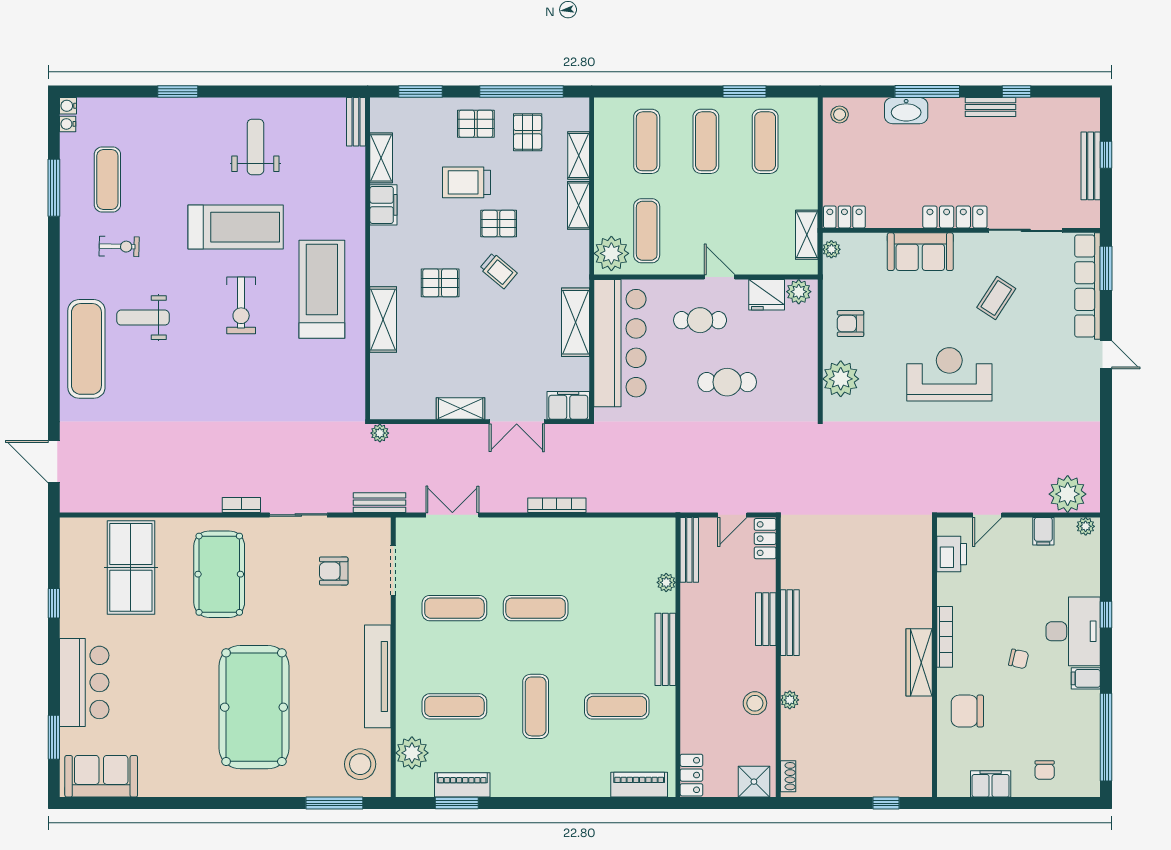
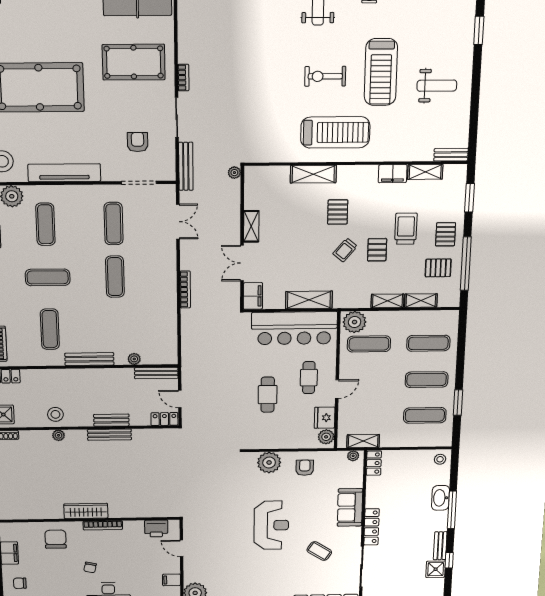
shower: (1032, 112) -> (436, 569), added
bench: (379, 503) -> (186, 166), width x1.36

